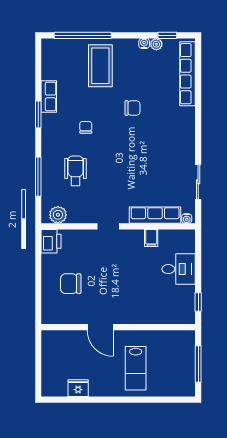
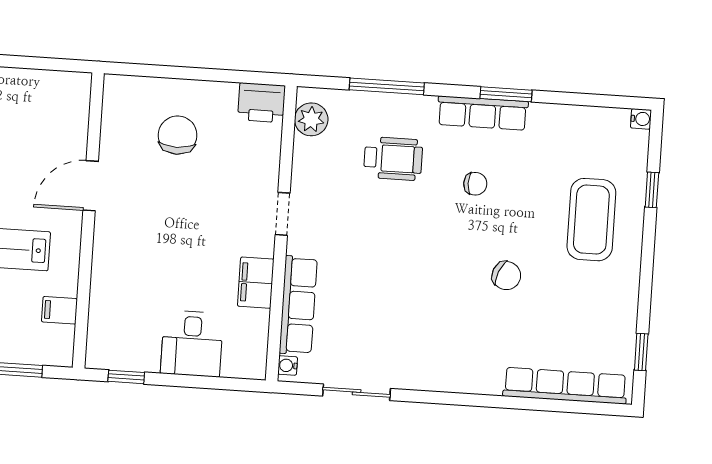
window: (83, 35) -> (652, 190), width x0.32
water cooler: (144, 43) -> (641, 119), moved
plant: (156, 44) -> (626, 330), removed
coffee table: (100, 66) -> (591, 220), turned 90
row of seats: (49, 96) -> (483, 113), moved, width x1.48
chair: (132, 108) -> (506, 276), turned -67
filing cabinet: (151, 238) -> (256, 283), width x2.00
filing cabinet: (166, 339) -> (59, 310), added

